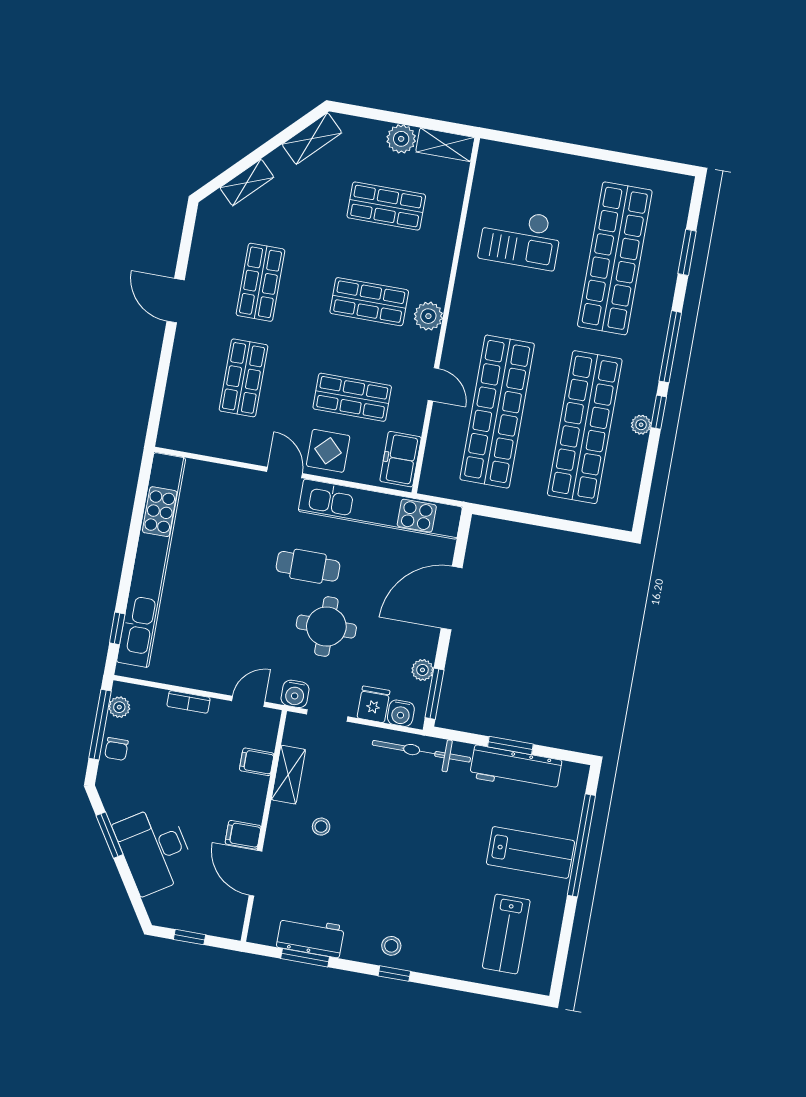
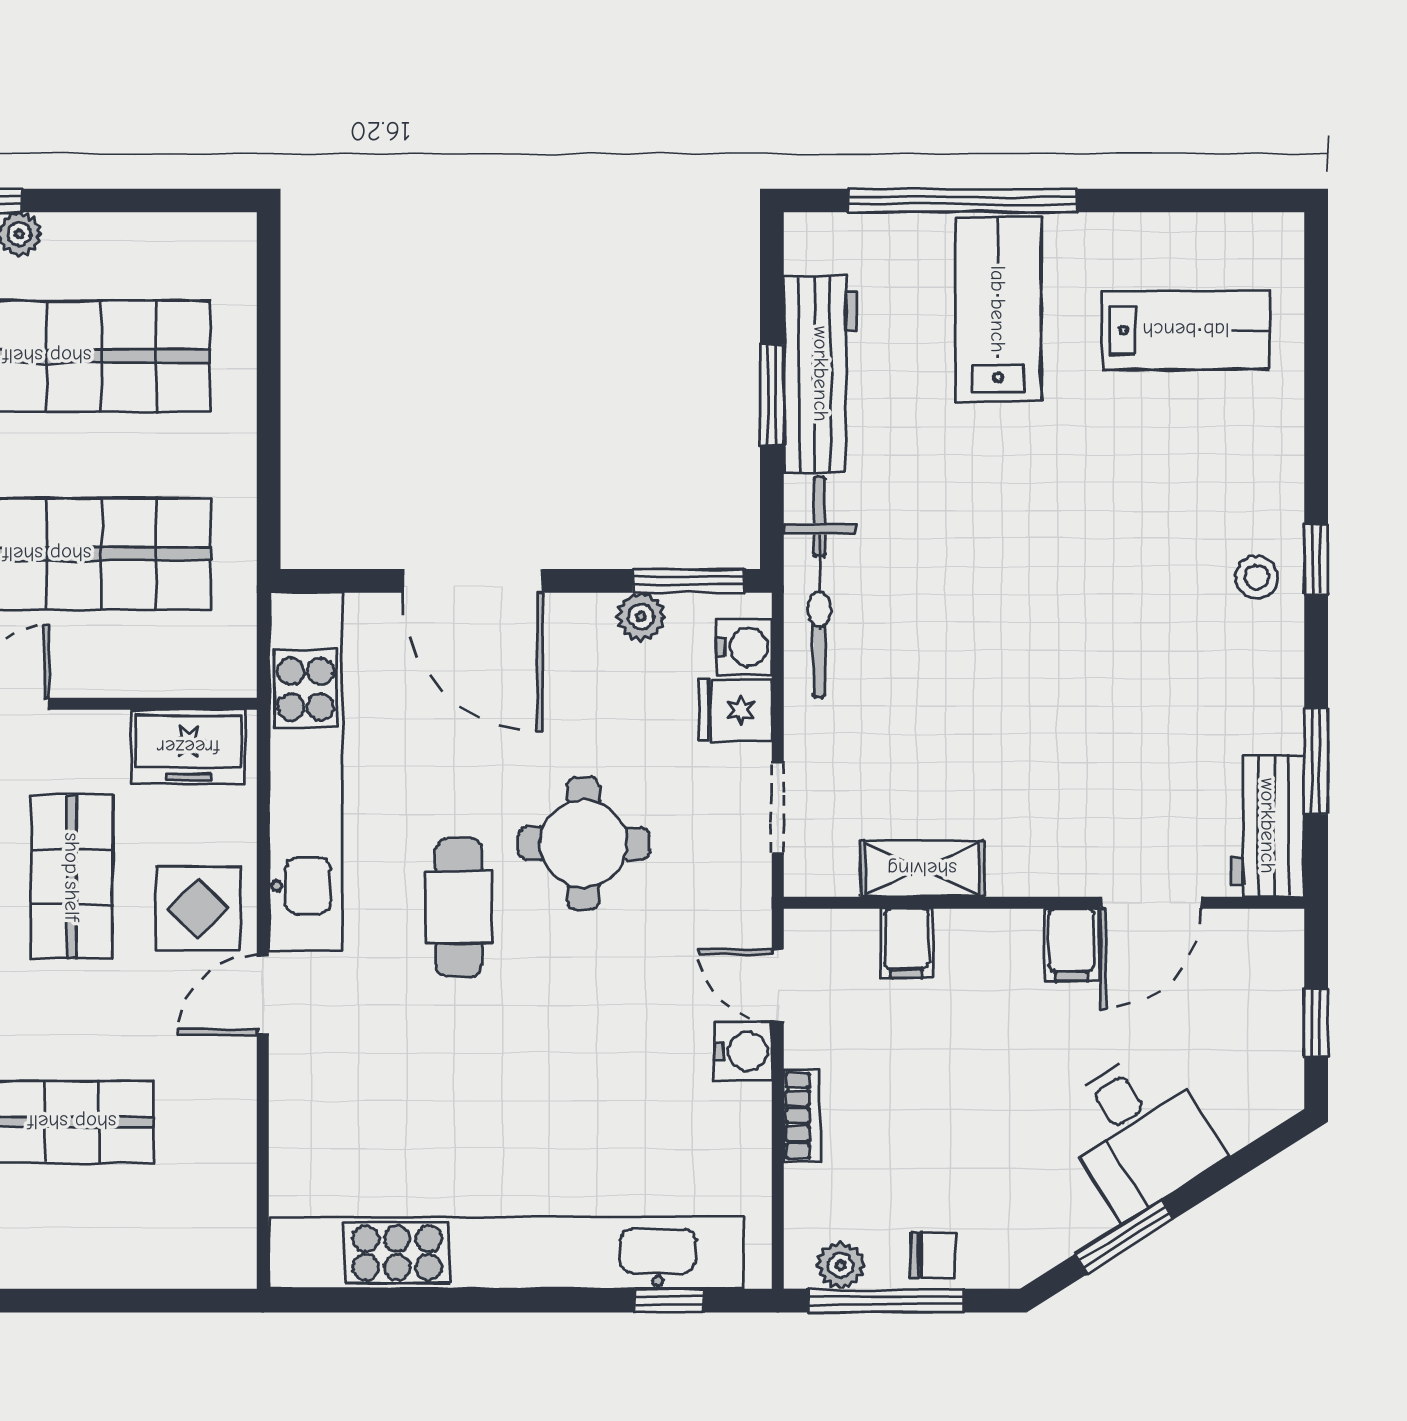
water cooler: (295, 694) -> (743, 1051), moved
stool: (321, 827) -> (1023, 777), removed
desk: (155, 850) -> (1139, 1132), width x0.73
workbench: (310, 937) -> (1268, 826), moved

